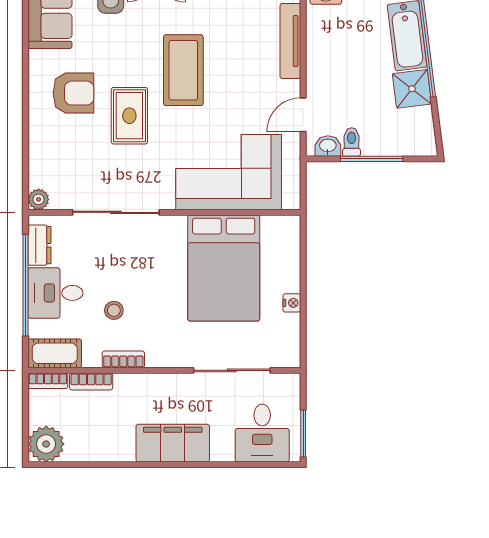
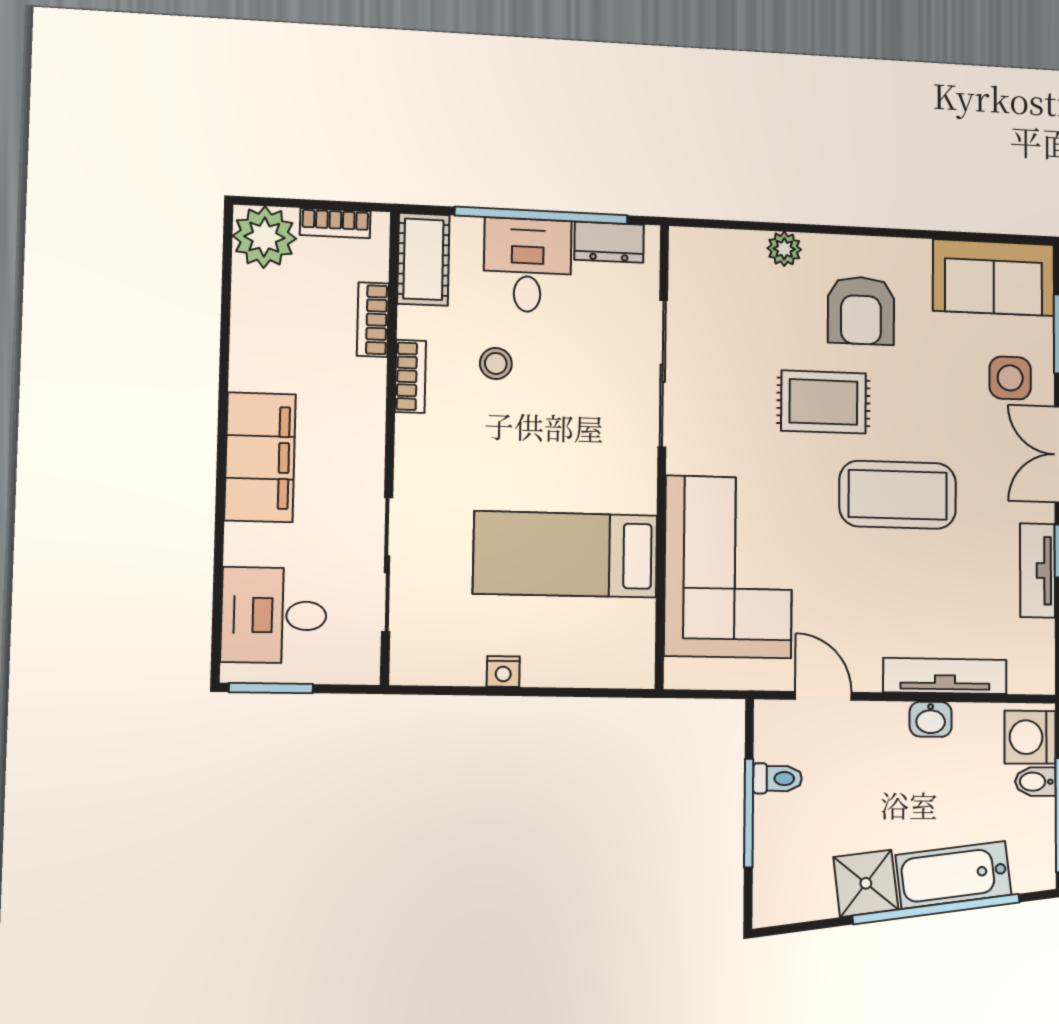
washbasin: (328, 146) -> (931, 719), moved, turned 90
plant: (38, 199) -> (784, 249), moved
bed: (224, 268) -> (566, 554), width x0.67
bookcase: (48, 381) -> (335, 223), moved, turned -90

